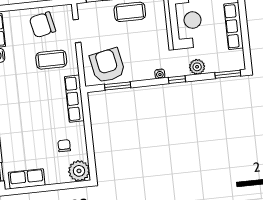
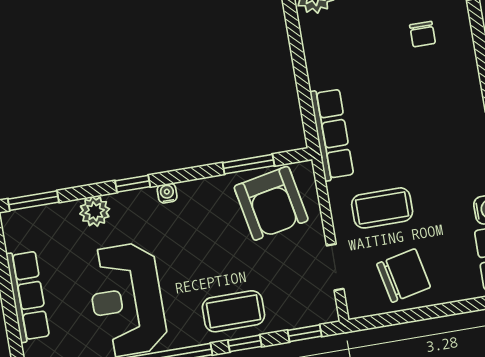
chair: (64, 146) -> (423, 34), moved

